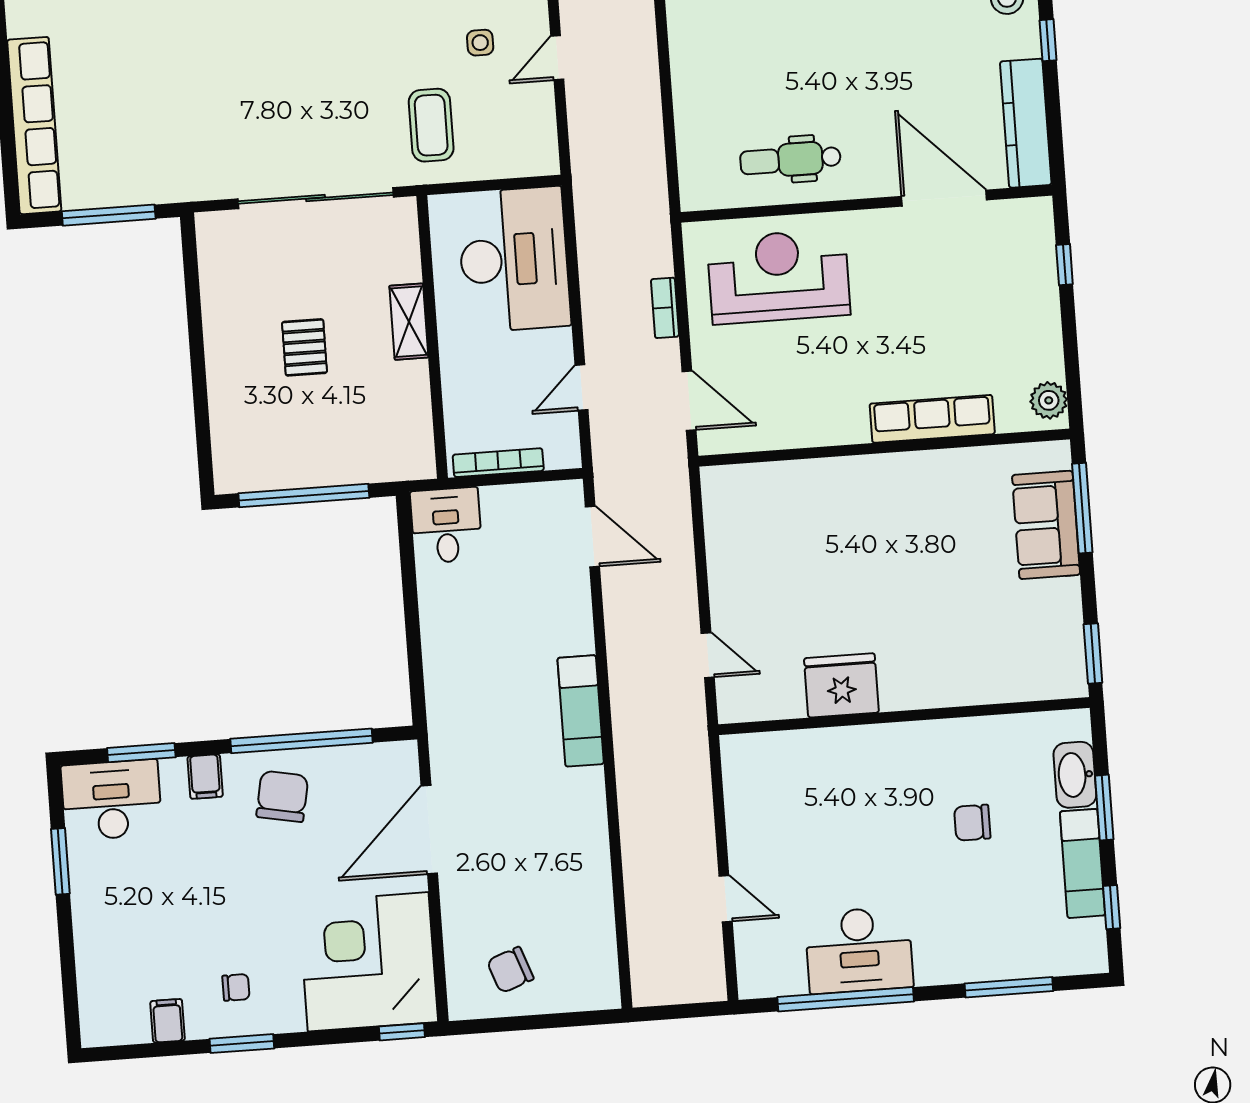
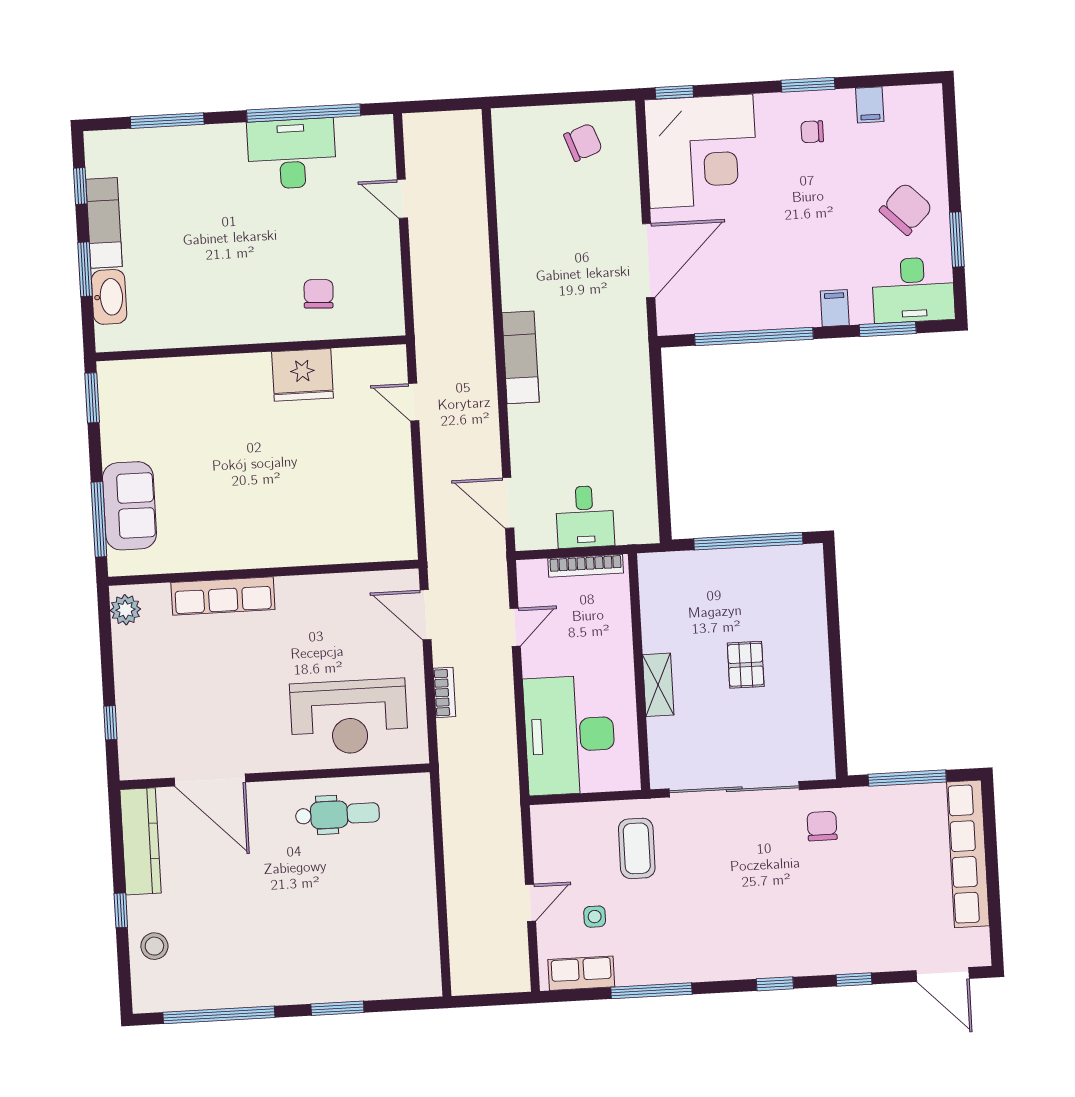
chair: (210, 156) -> (822, 826), added
desk: (446, 525) -> (585, 517), moved
chair: (282, 796) -> (906, 209), moved, turned -146
chair: (972, 823) -> (319, 294), moved, turned -87

